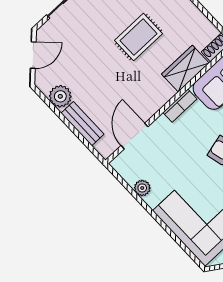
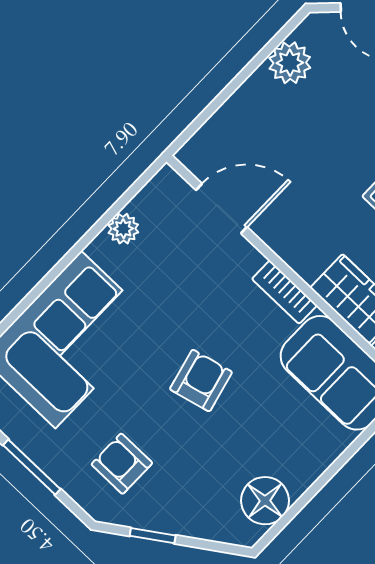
bench: (83, 124) -> (240, 108), removed

